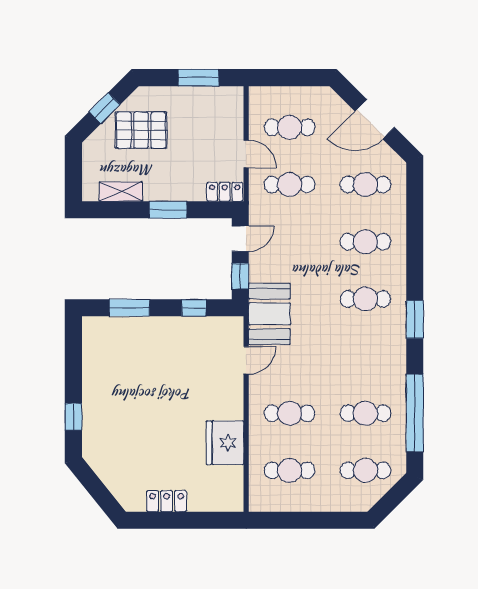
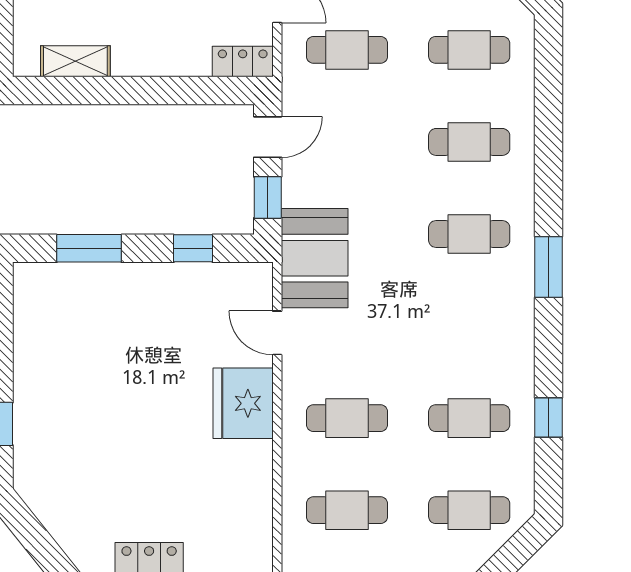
window: (168, 210) -> (151, 91), removed
door: (246, 360) -> (277, 333), swing flipped
window: (415, 413) -> (549, 417), width x0.32
fridge: (225, 443) -> (243, 403), moved

